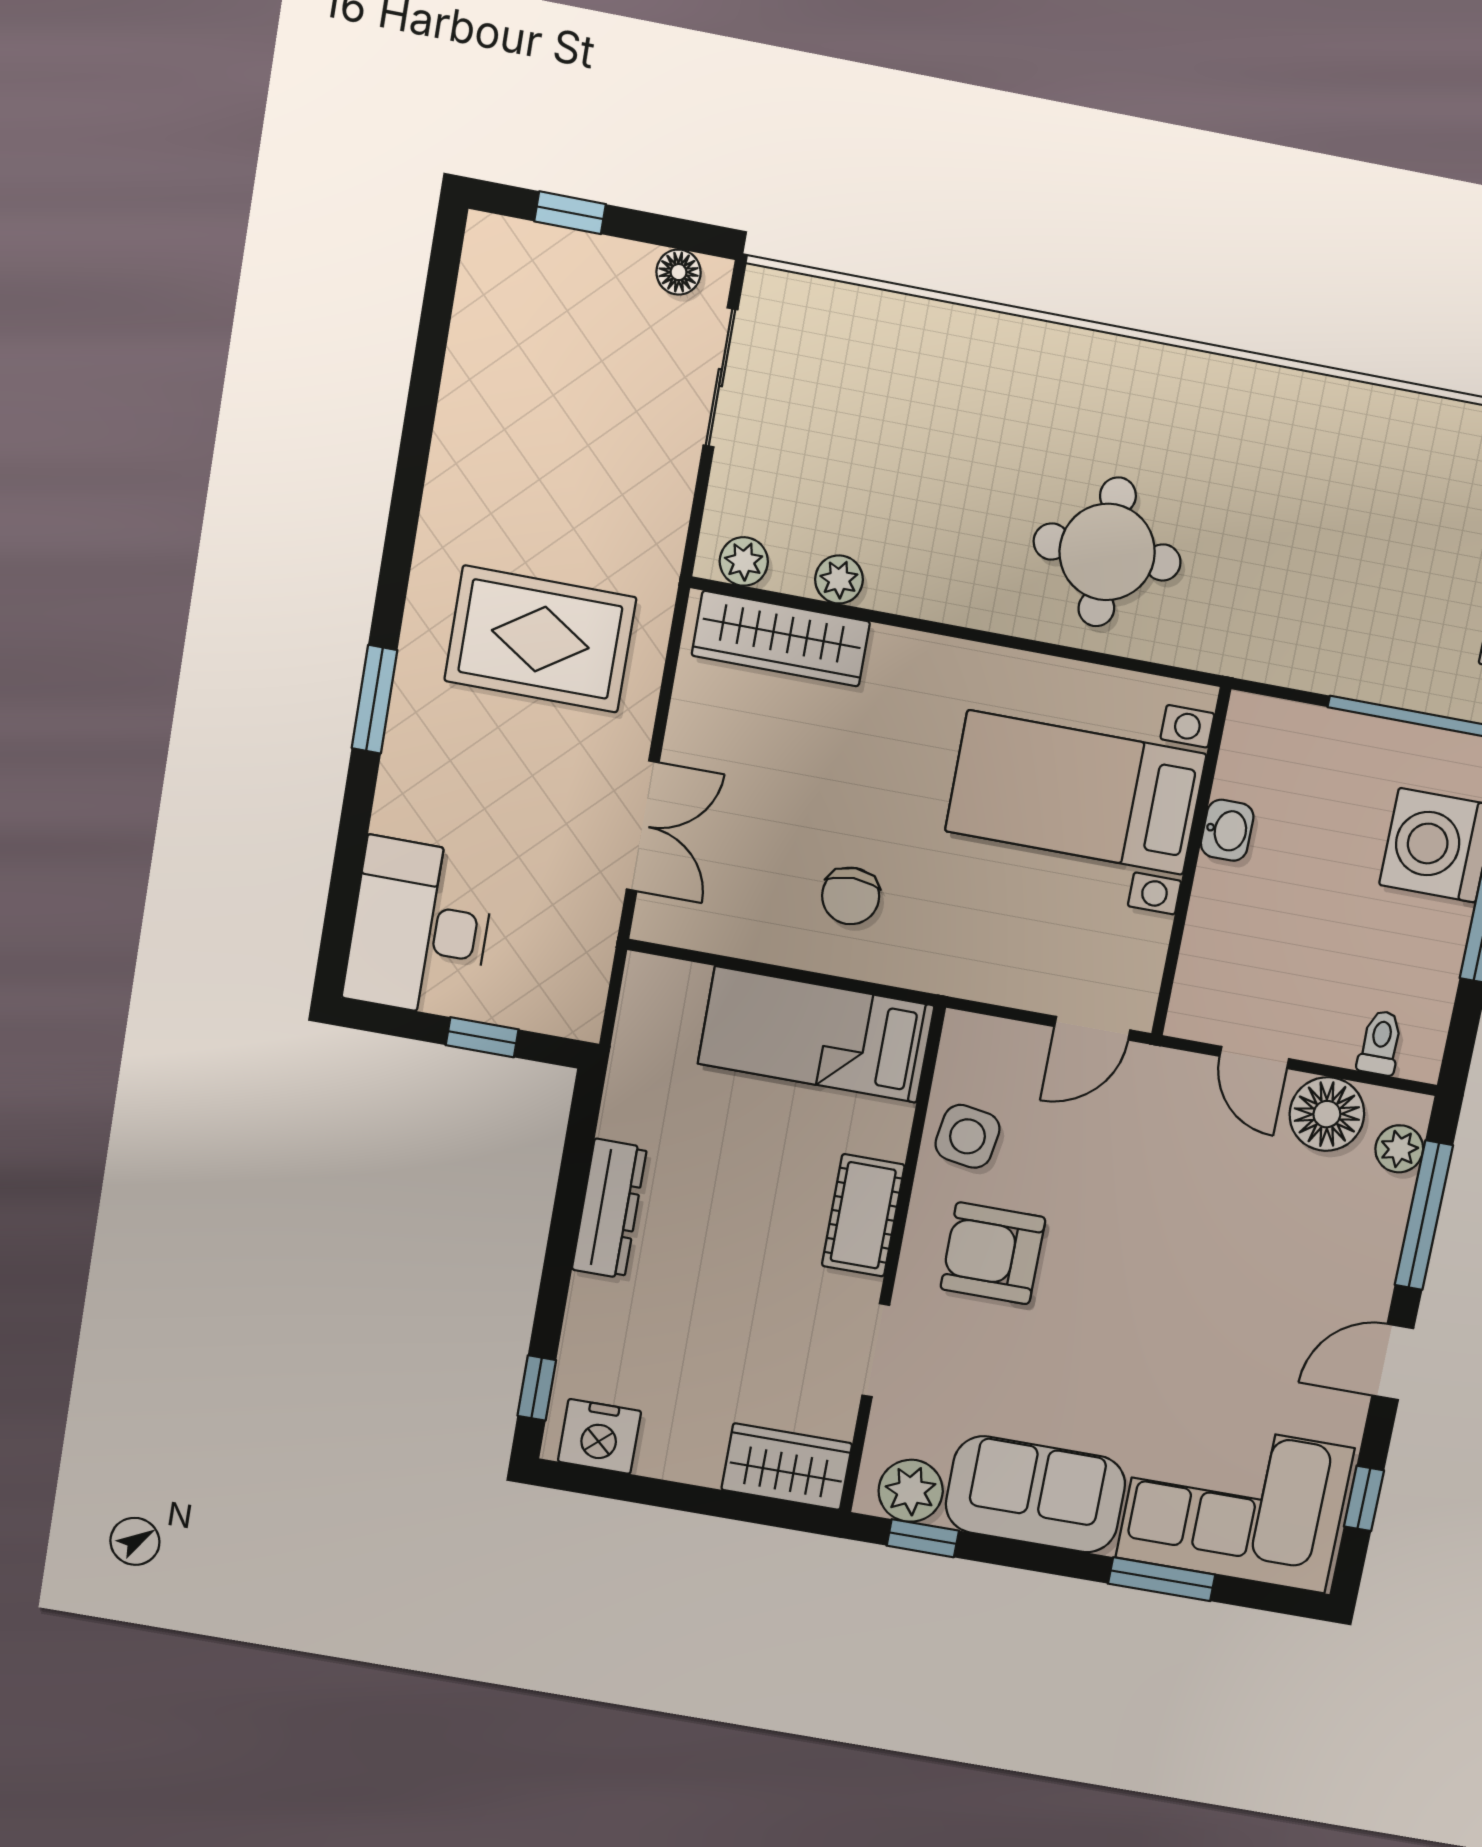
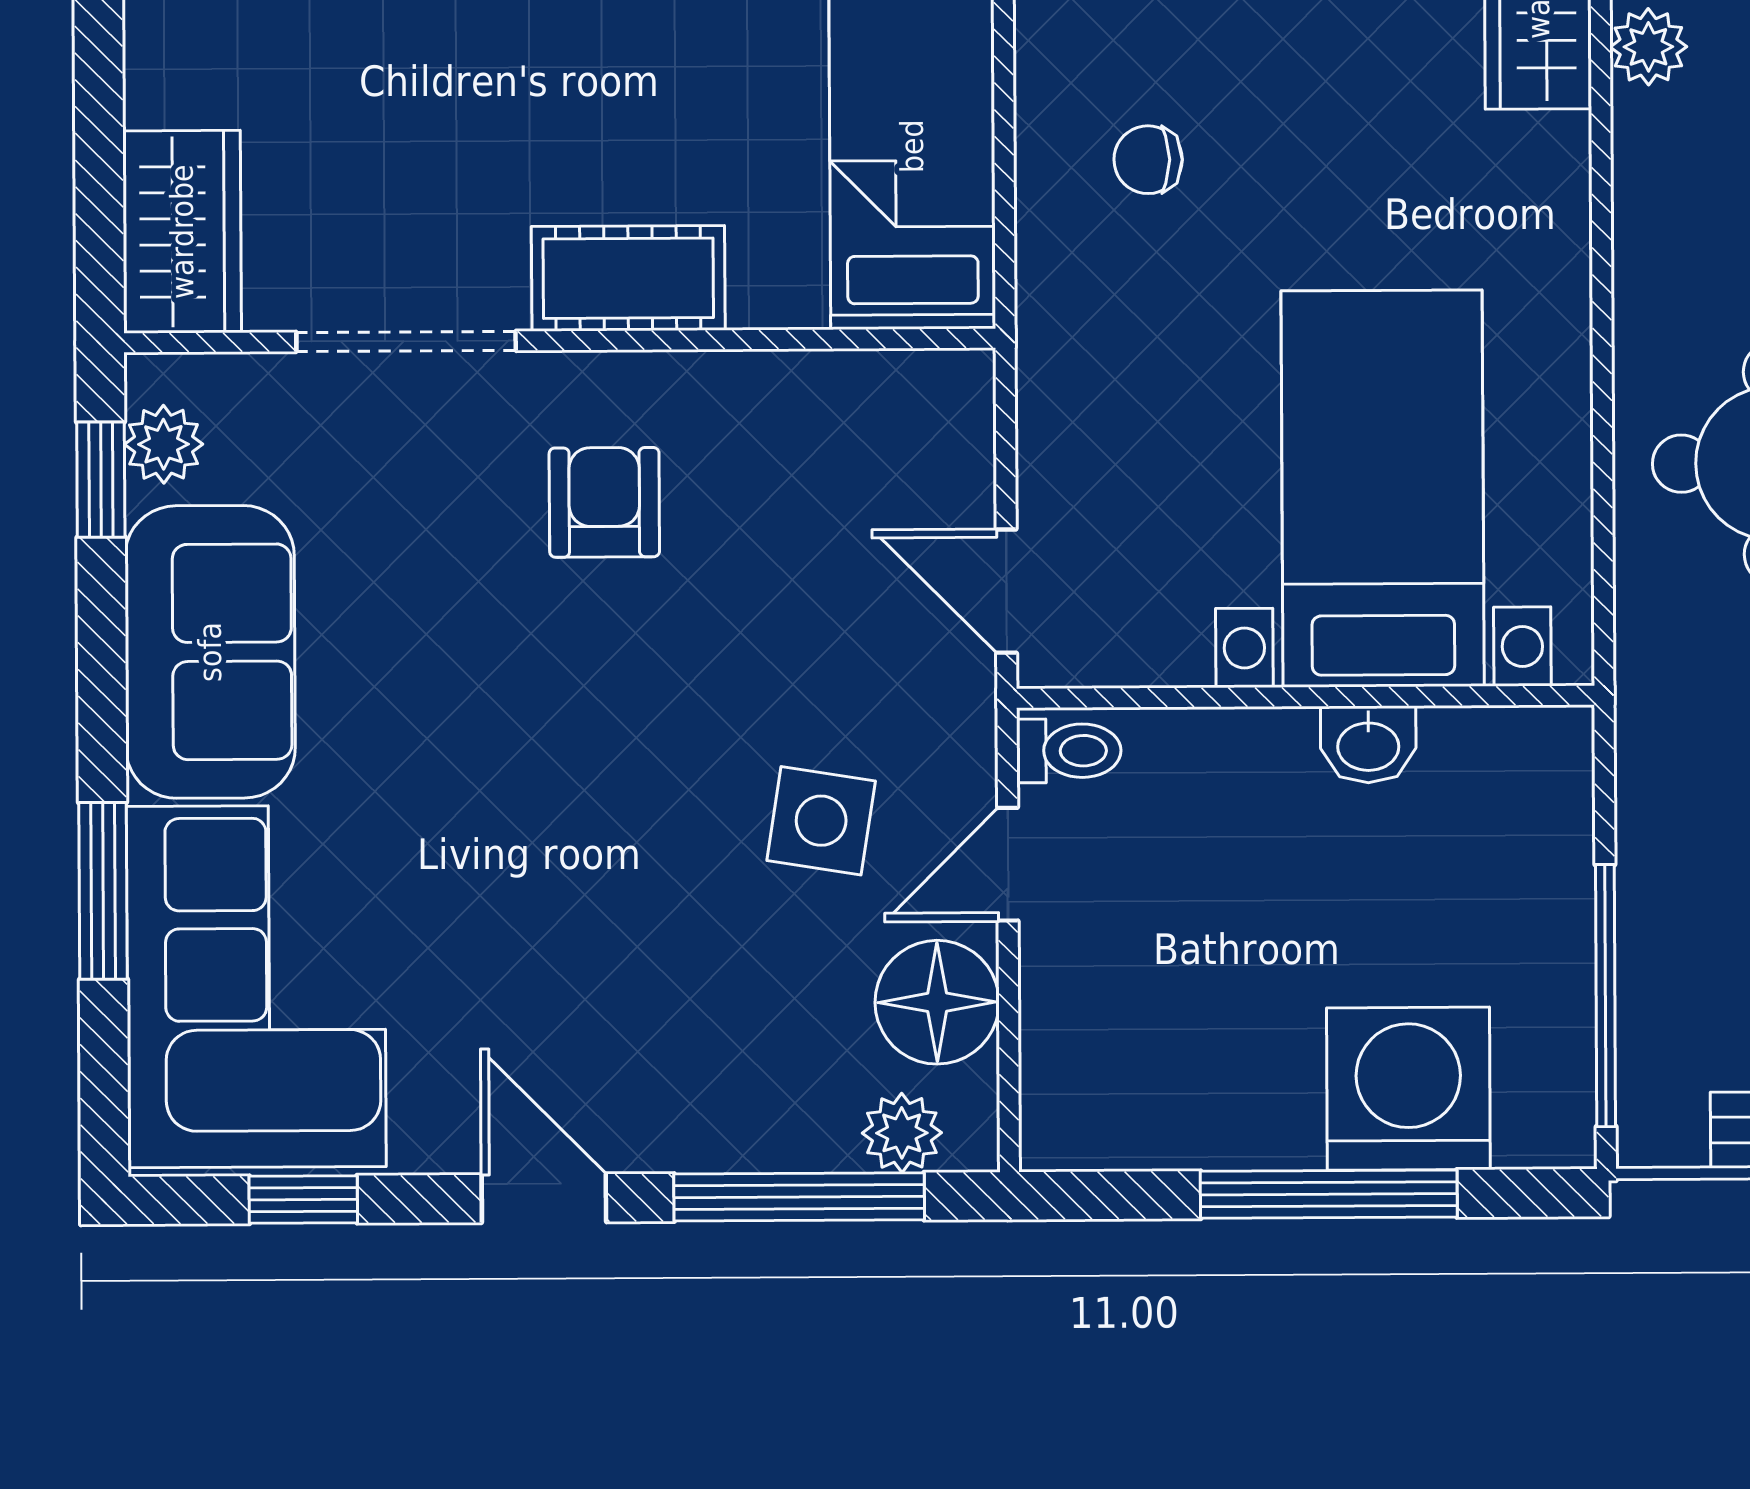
chair: (851, 896) -> (1148, 160), width x0.73, depth x0.73
toilet: (1380, 1043) -> (1069, 751), moved
side table: (967, 1136) -> (821, 821), moved
armchair: (993, 1253) -> (604, 502), width x0.72, depth x0.72
doorway: (876, 1350) -> (406, 341), width x1.38
plant: (911, 1491) -> (164, 444), width x0.73, depth x0.73

